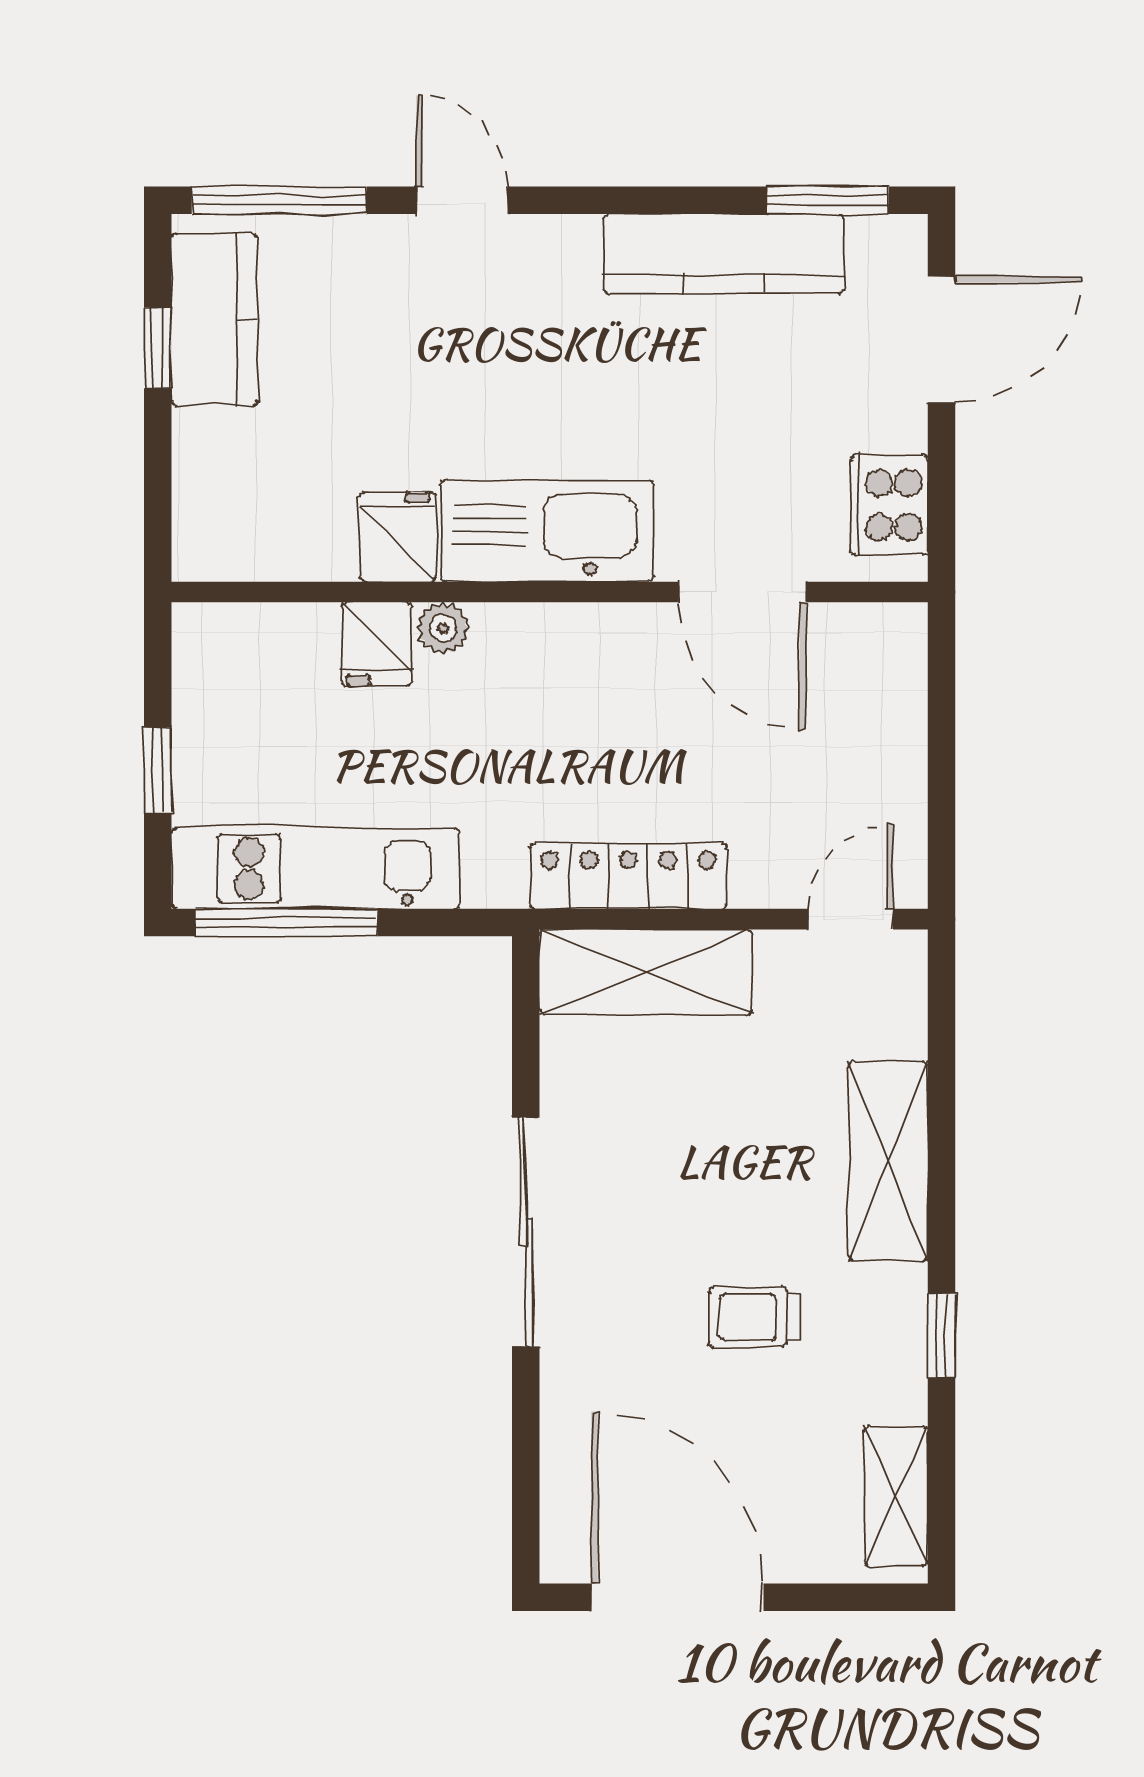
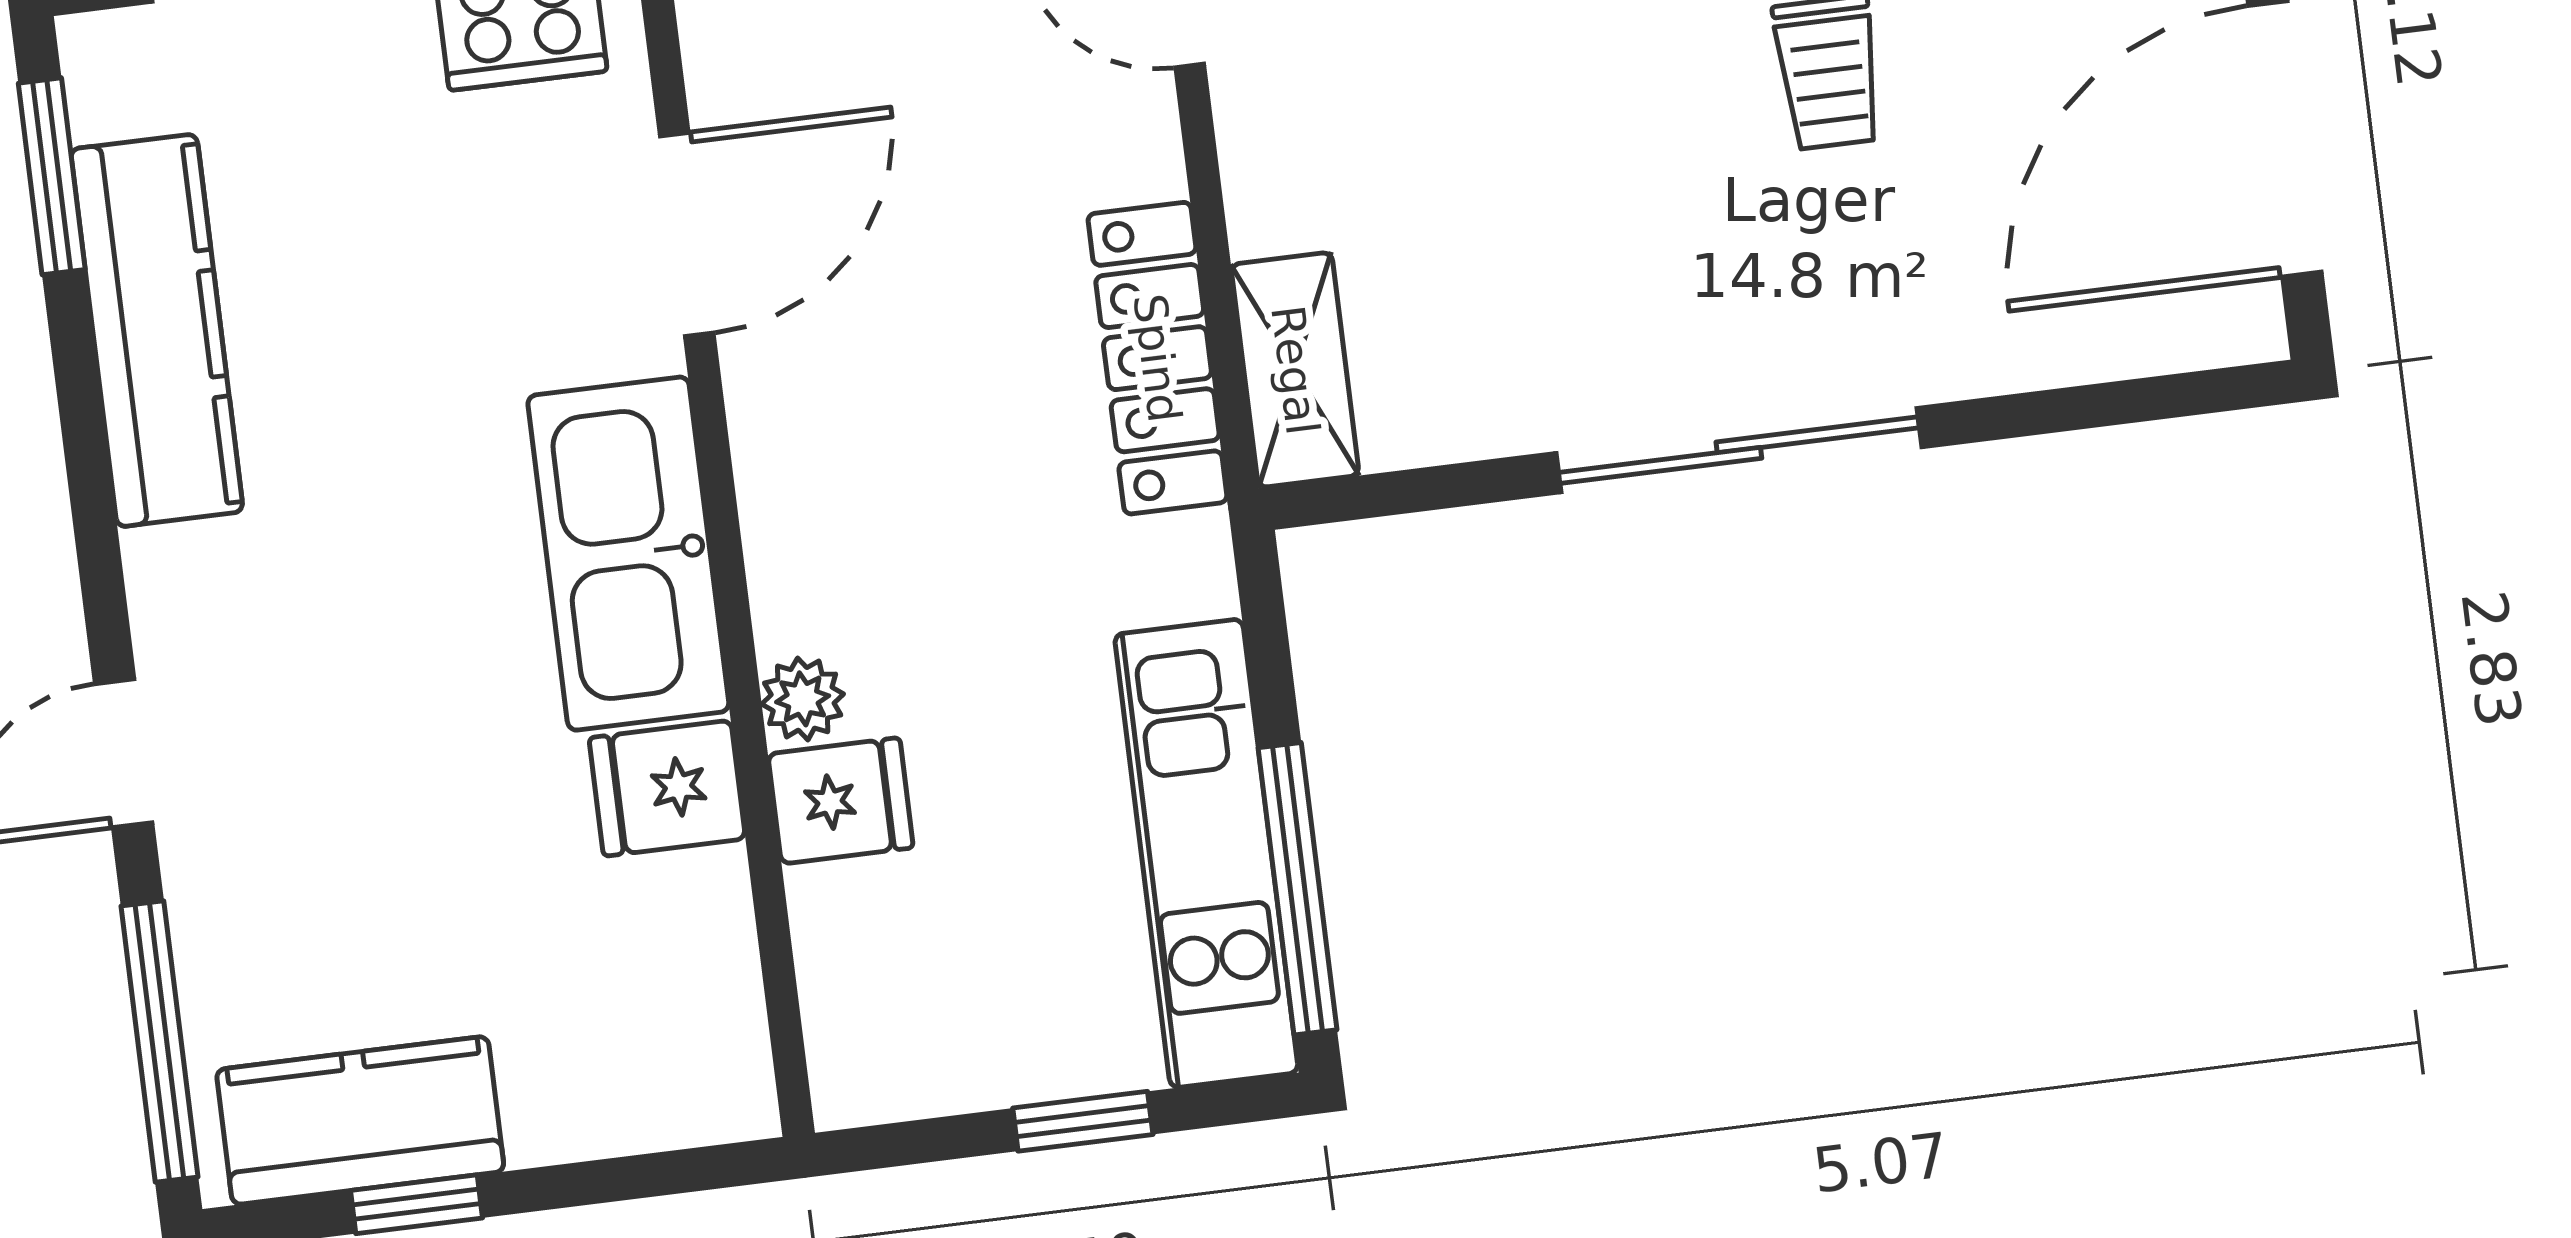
shelving: (646, 972) -> (1295, 370), width x0.67, depth x0.75

